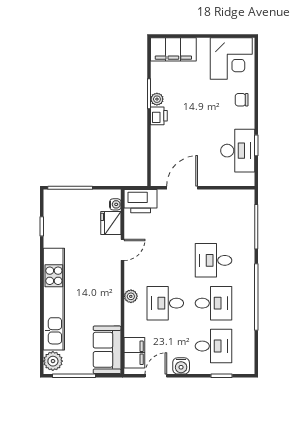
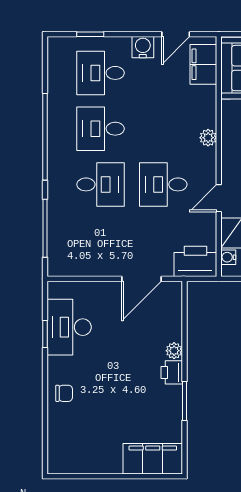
corner desk: (231, 58) -> (78, 447), removed
plant: (157, 99) -> (174, 351), moved
desk: (165, 303) -> (163, 184), moved, turned 180

